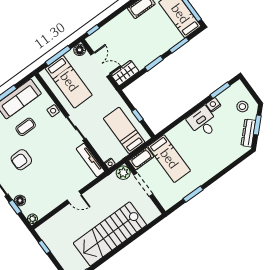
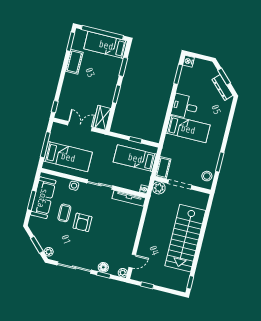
floor lamp: (80, 50) -> (57, 128), removed
nightstand: (213, 105) -> (188, 61), moved
stool: (242, 107) -> (207, 176), moved
bed: (169, 159) -> (188, 129), moved
armchair: (21, 160) -> (82, 222), moved
door: (74, 197) -> (132, 261), moved

